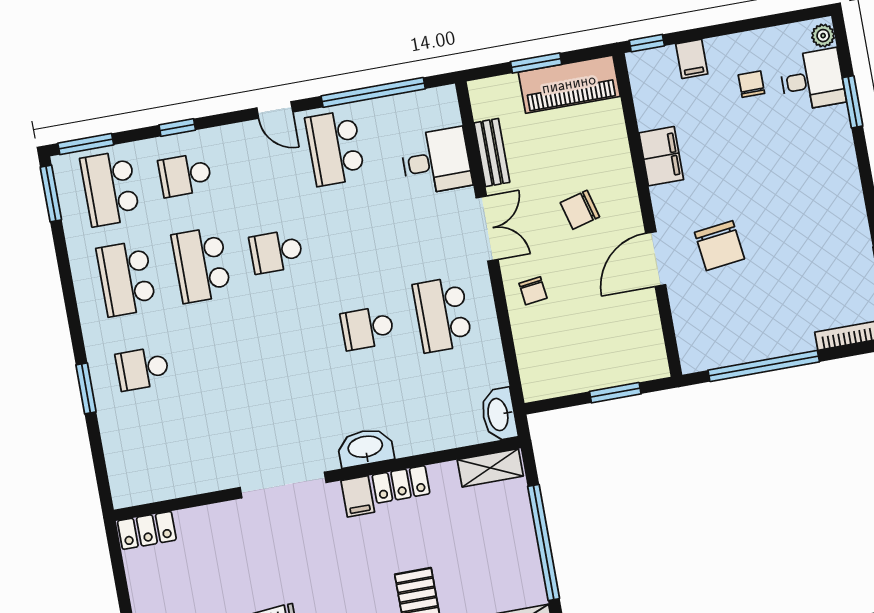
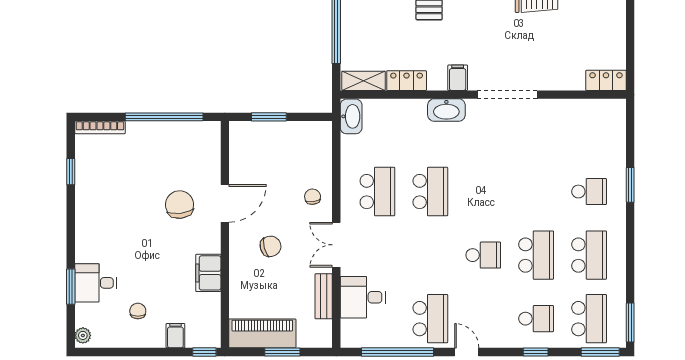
desk: (812, 80) -> (96, 283), moved
chair: (751, 84) -> (138, 311), turned 180
school desk: (367, 328) -> (430, 192), width x1.85
locker: (401, 484) -> (407, 81), moved

